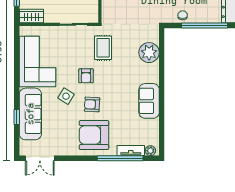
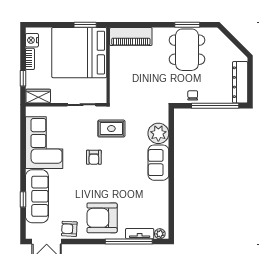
rug: (103, 48) -> (111, 129), turned 90
side table: (66, 96) -> (73, 178), removed
sofa: (149, 101) -> (158, 163), moved
armchair: (92, 104) -> (69, 229), moved

